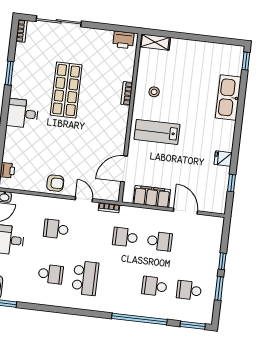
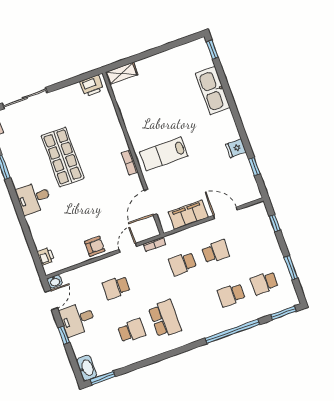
stool: (154, 92) -> (143, 119), removed
bookcase: (127, 93) -> (130, 162), moved
door: (84, 199) -> (128, 248), hinge flipped
window: (222, 261) -> (275, 223), moved

